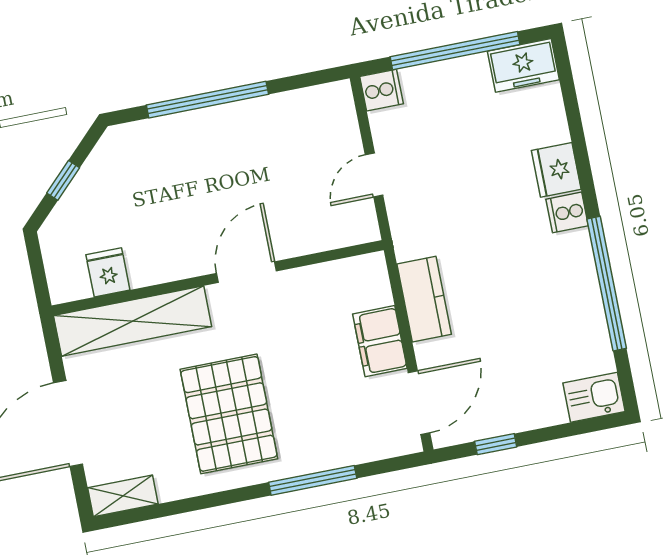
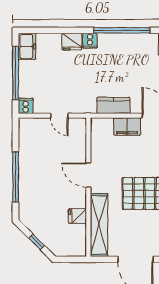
fridge: (108, 272) -> (77, 216), moved

